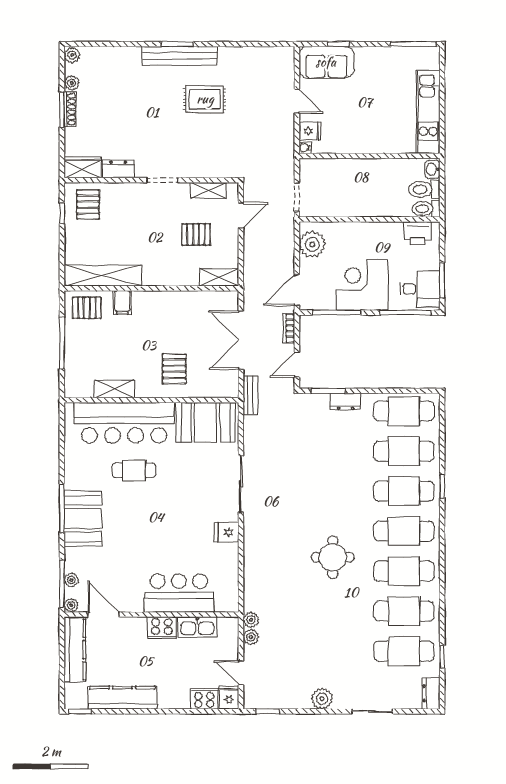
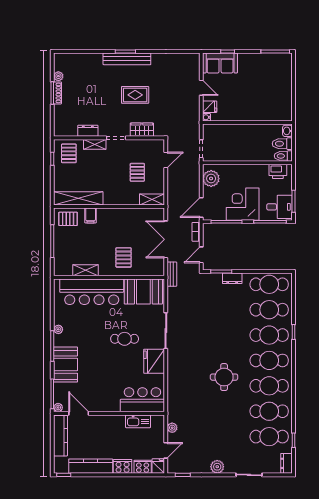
plant: (72, 55) -> (59, 59), removed
rug: (205, 99) -> (135, 95), moved
kitchen unit: (428, 112) -> (285, 95), removed
wardrobe: (82, 167) -> (142, 130), moved
shelving: (208, 190) -> (95, 144), moved
pallet: (196, 234) -> (137, 172), turned 90
cafe table: (134, 470) -> (125, 339), moved
booth: (83, 519) -> (66, 365), moved
fridge: (227, 532) -> (154, 361), width x1.88, depth x1.34
plant: (71, 580) -> (58, 329), moved
bar counter: (179, 593) -> (142, 400), moved
plant: (251, 620) -> (172, 417), removed
cooker: (162, 628) -> (123, 466), moved, turned 180
door: (241, 673) -> (166, 450), swing flipped

